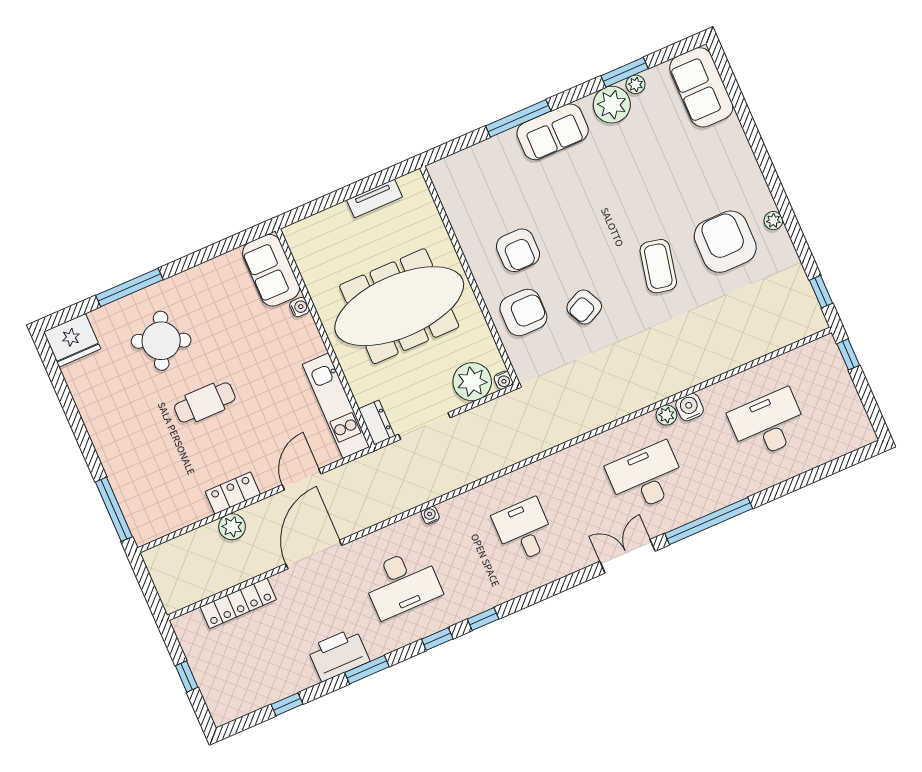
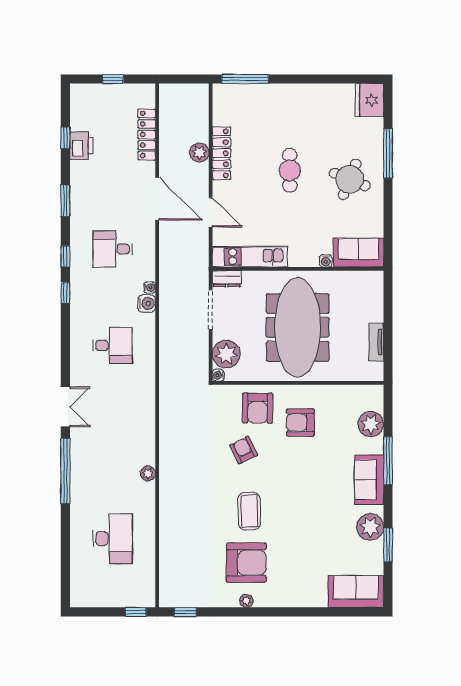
plant: (636, 84) -> (371, 424), moved, width x1.88, depth x1.88
coffee table: (658, 266) -> (249, 511), turned 76
round table: (161, 341) -> (350, 179), moved
water cooler: (690, 407) -> (147, 303), moved
desk: (646, 477) -> (113, 442), removed
locker: (233, 493) -> (222, 153), width x1.53
desk: (402, 583) -> (113, 249), width x0.73
printer: (338, 655) -> (81, 146), moved, width x0.73, depth x0.84

